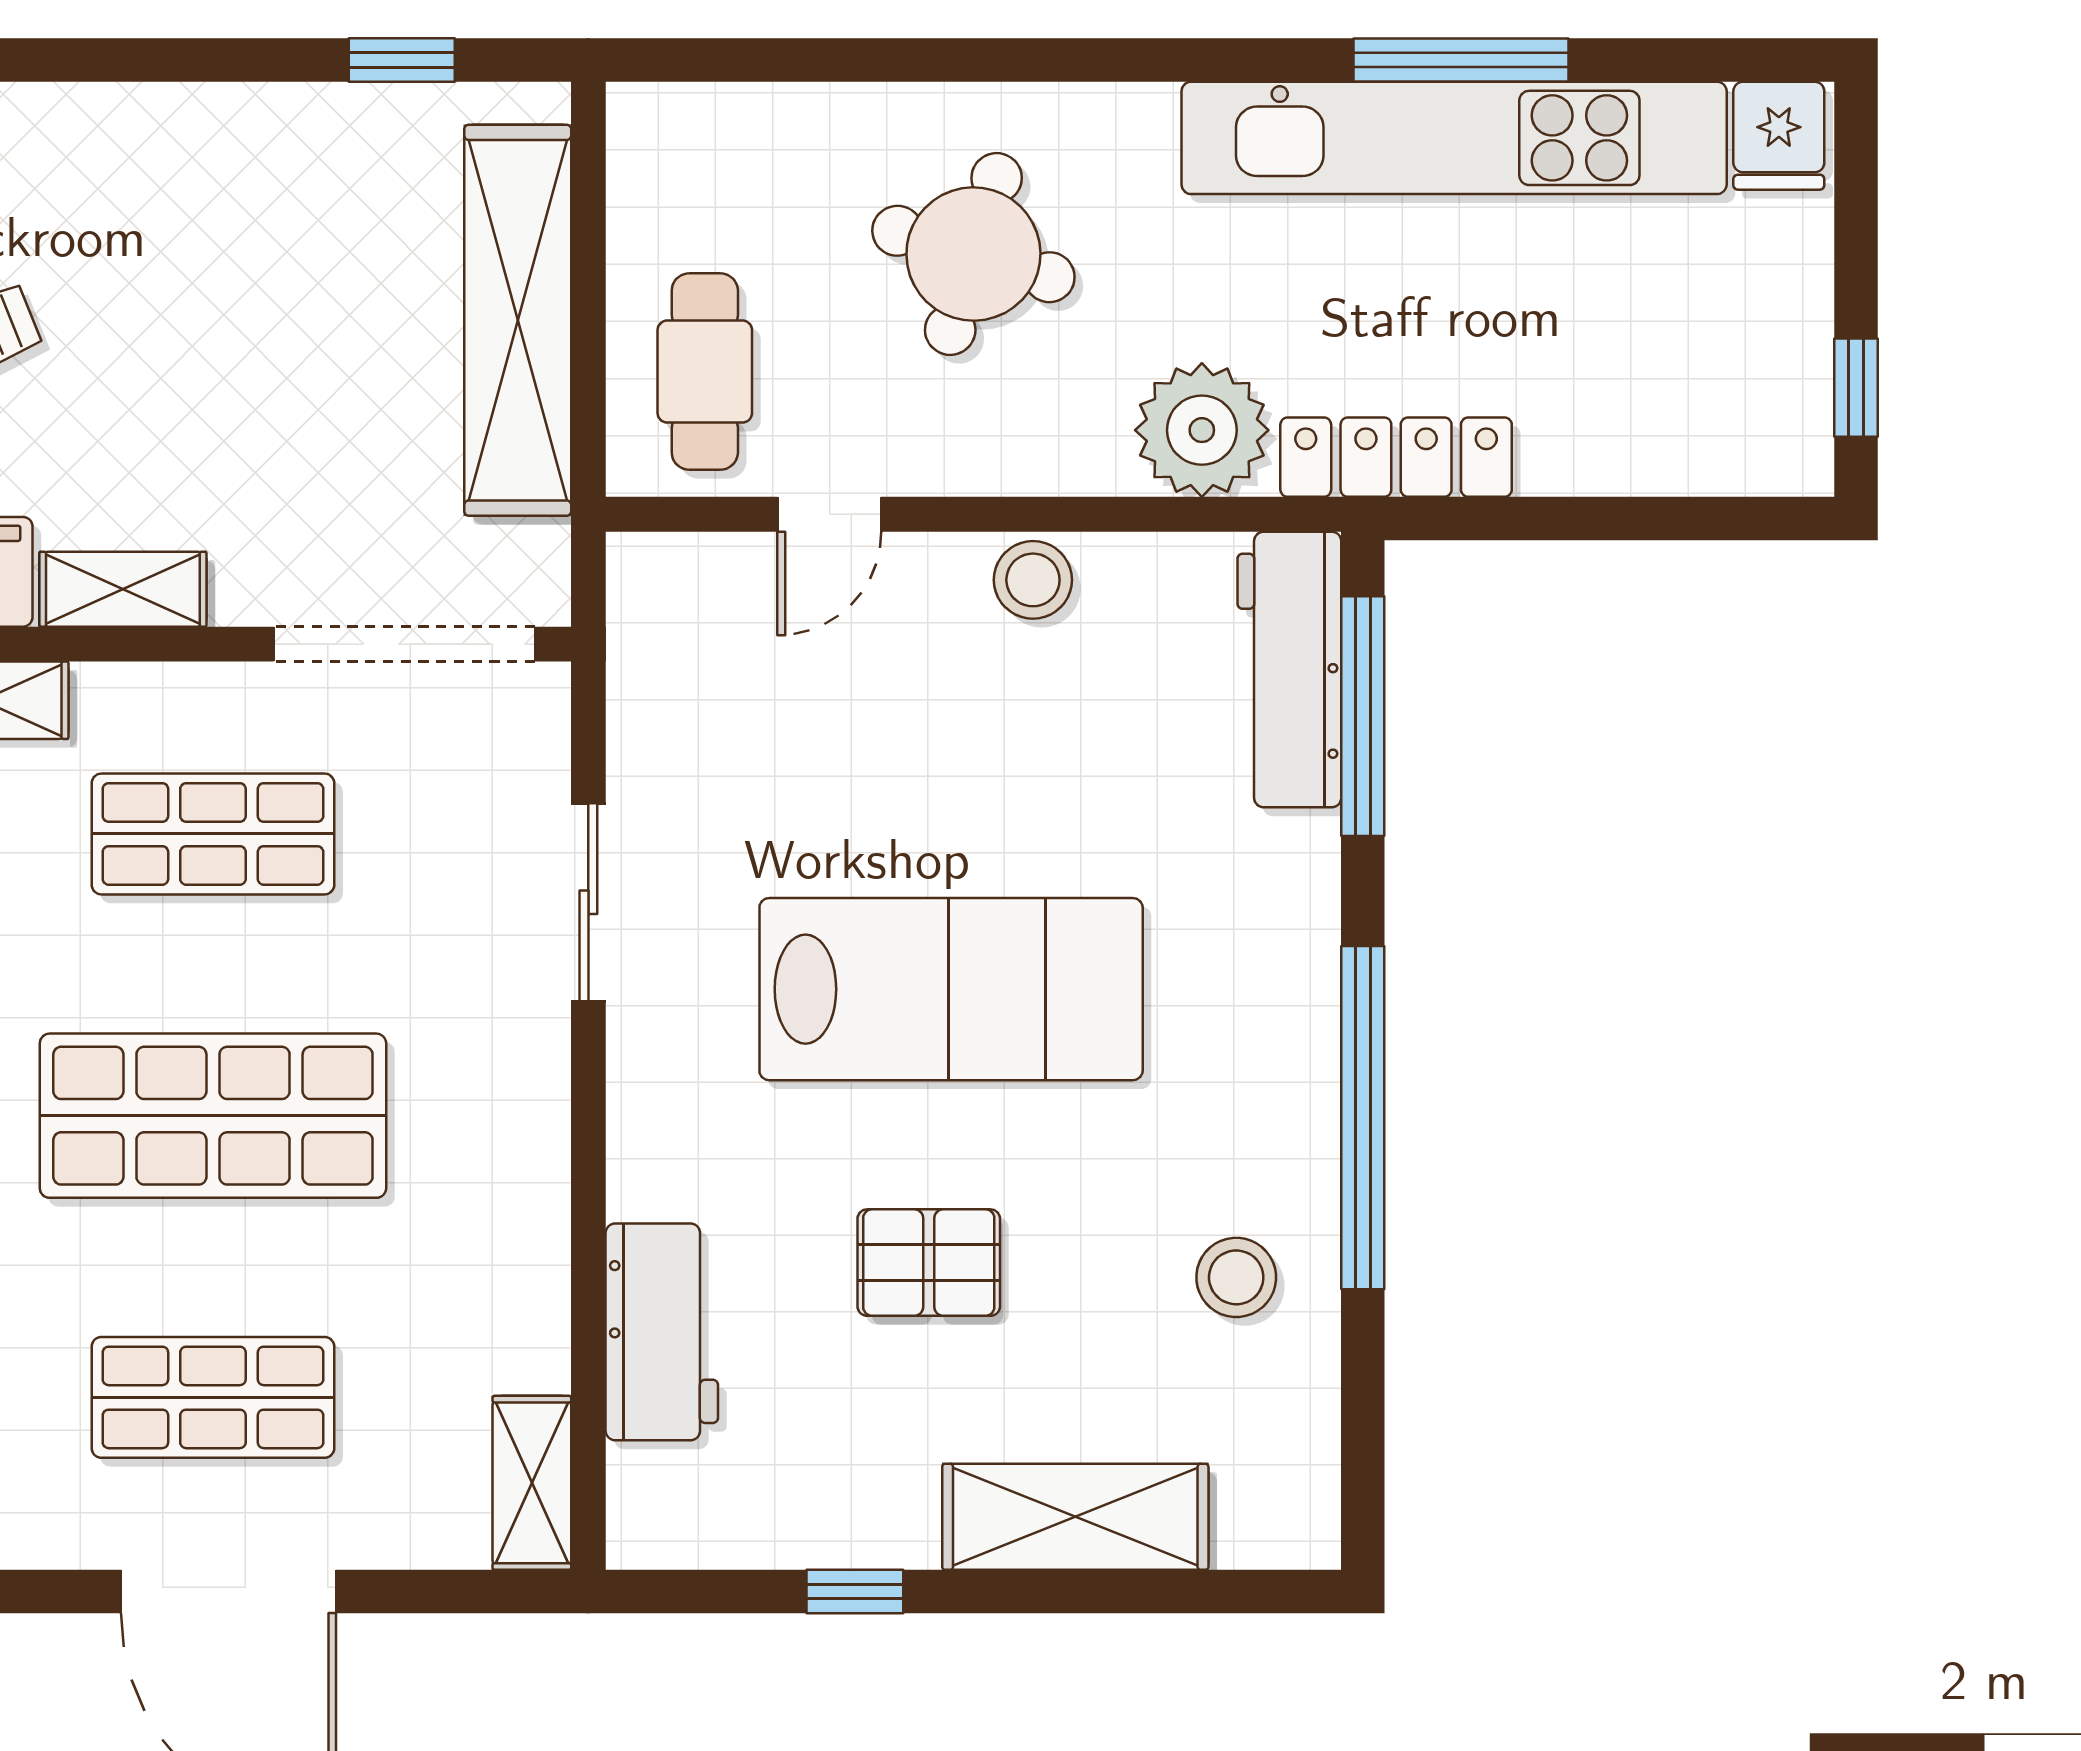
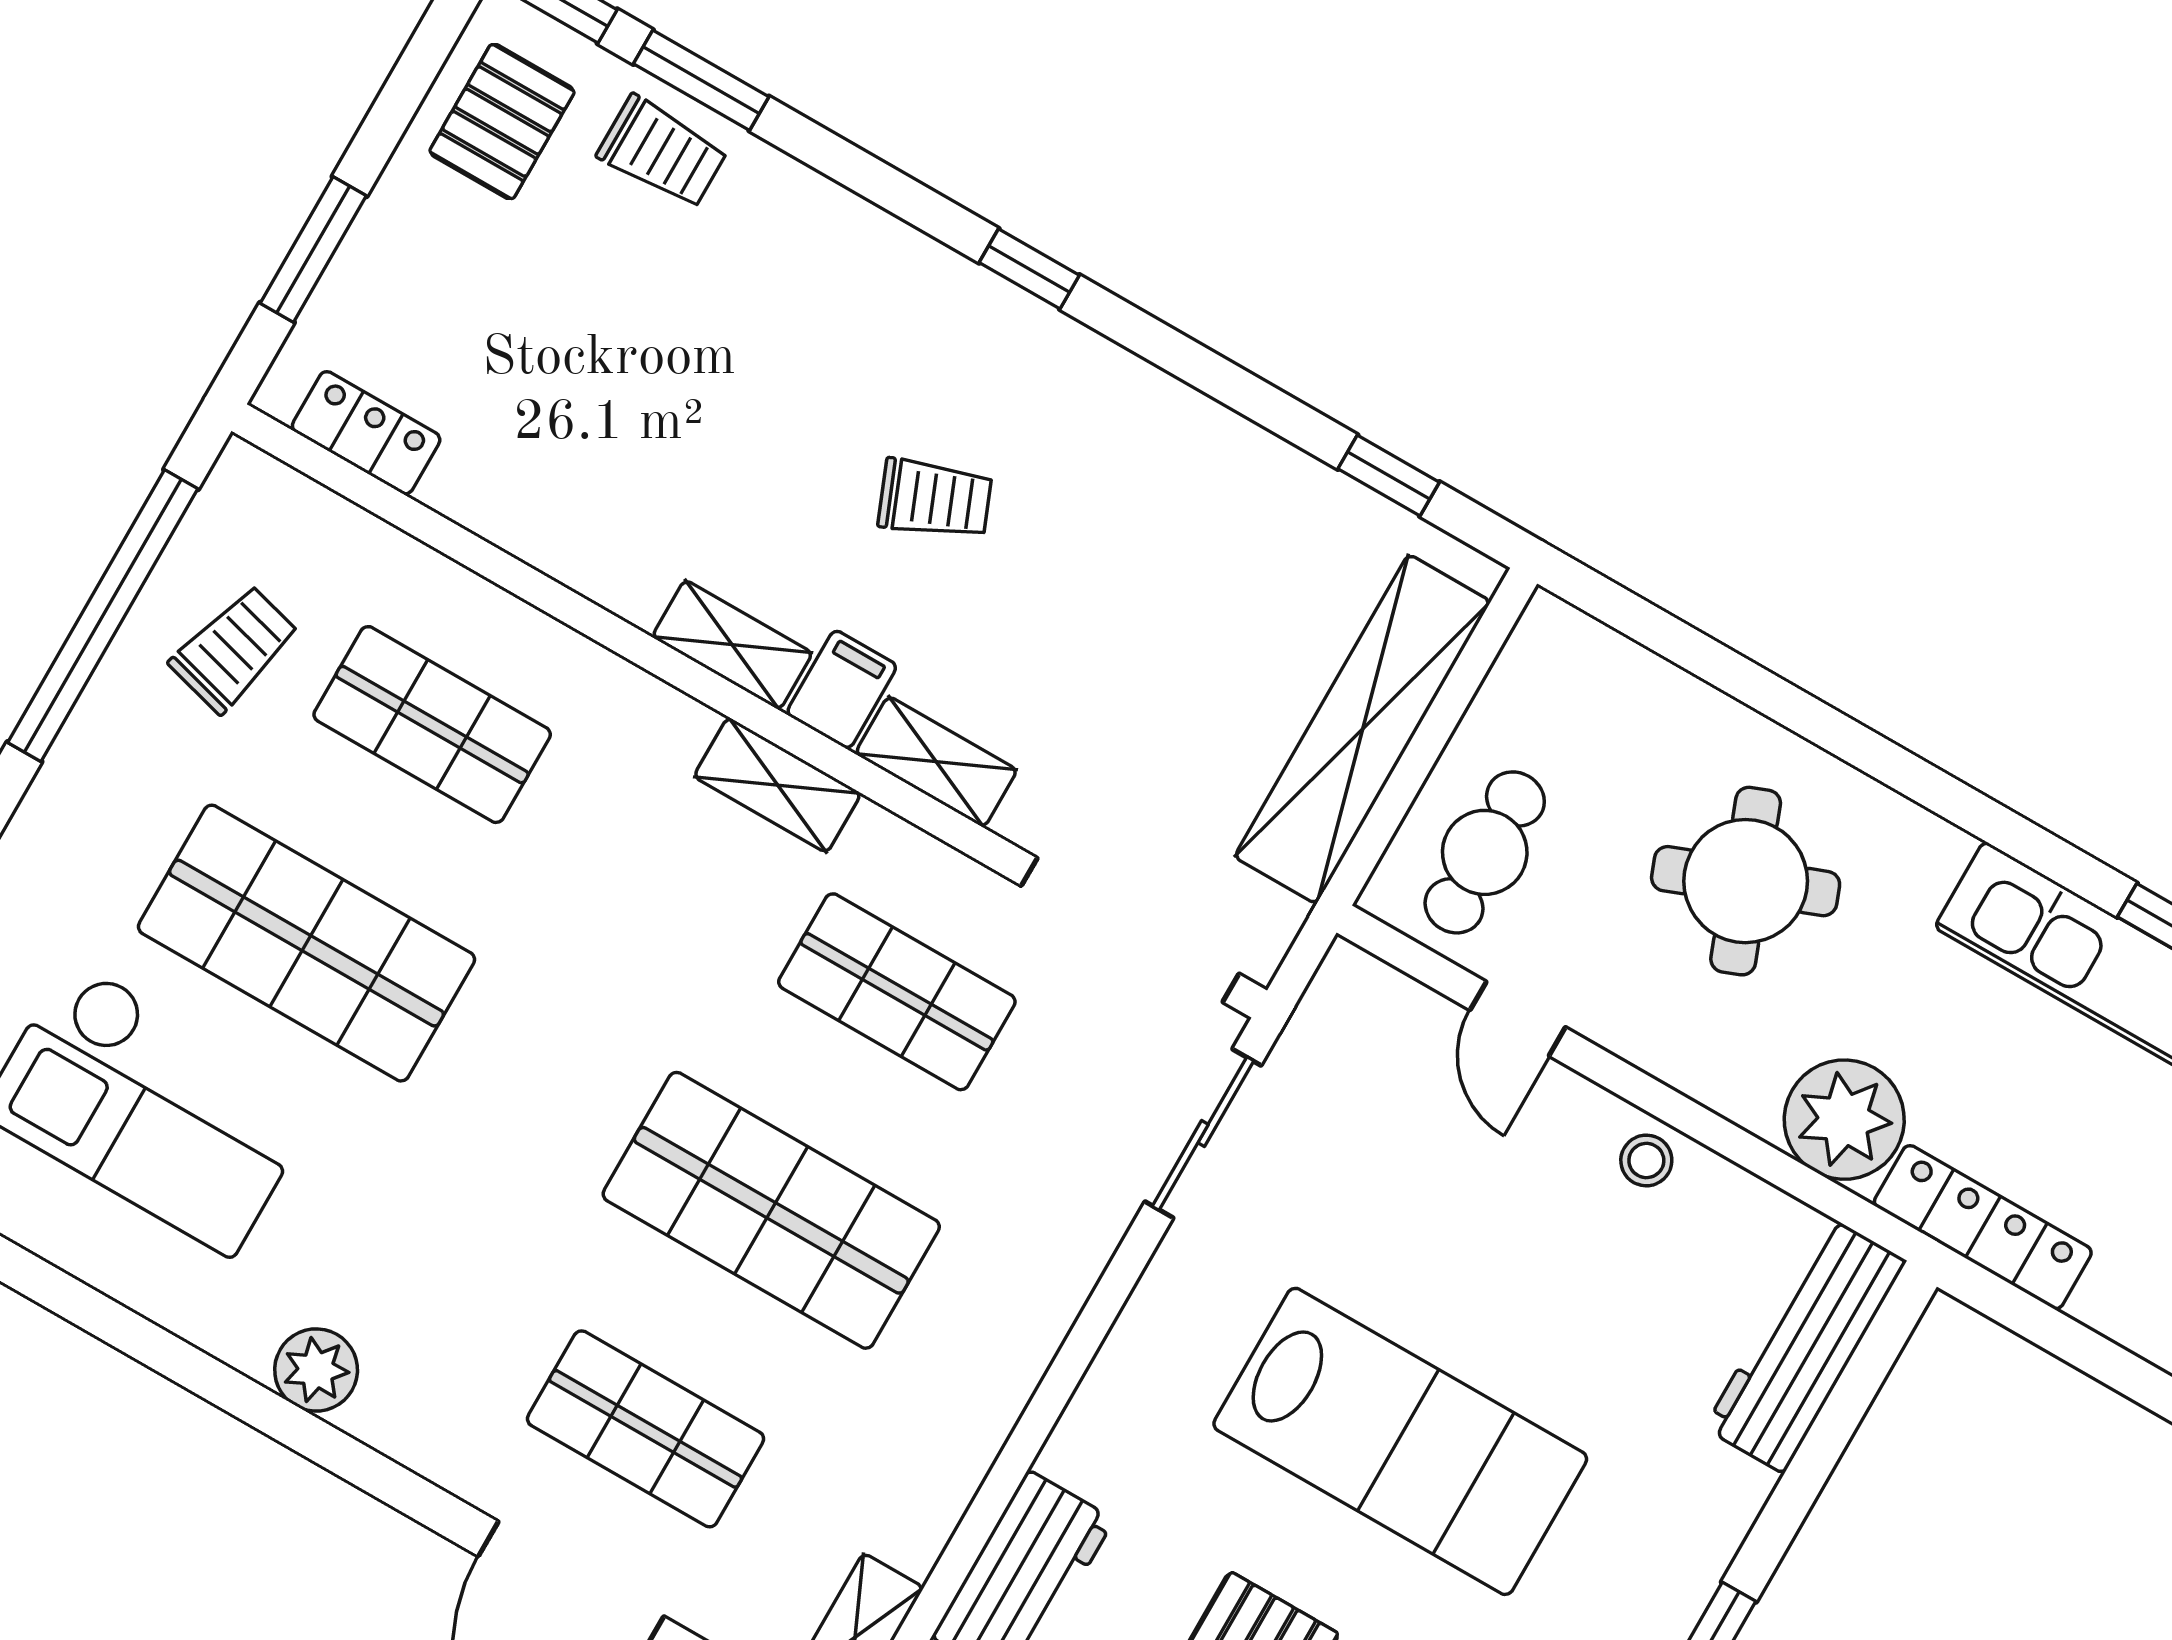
round table: (973, 254) -> (1746, 881), turned -38
door: (829, 514) -> (1518, 1019), hinge flipped
stool: (1033, 580) -> (1646, 1160), width x0.73, depth x0.73
window: (1363, 716) -> (1842, 1413), removed
sliding door: (588, 902) -> (1203, 1134), moved

